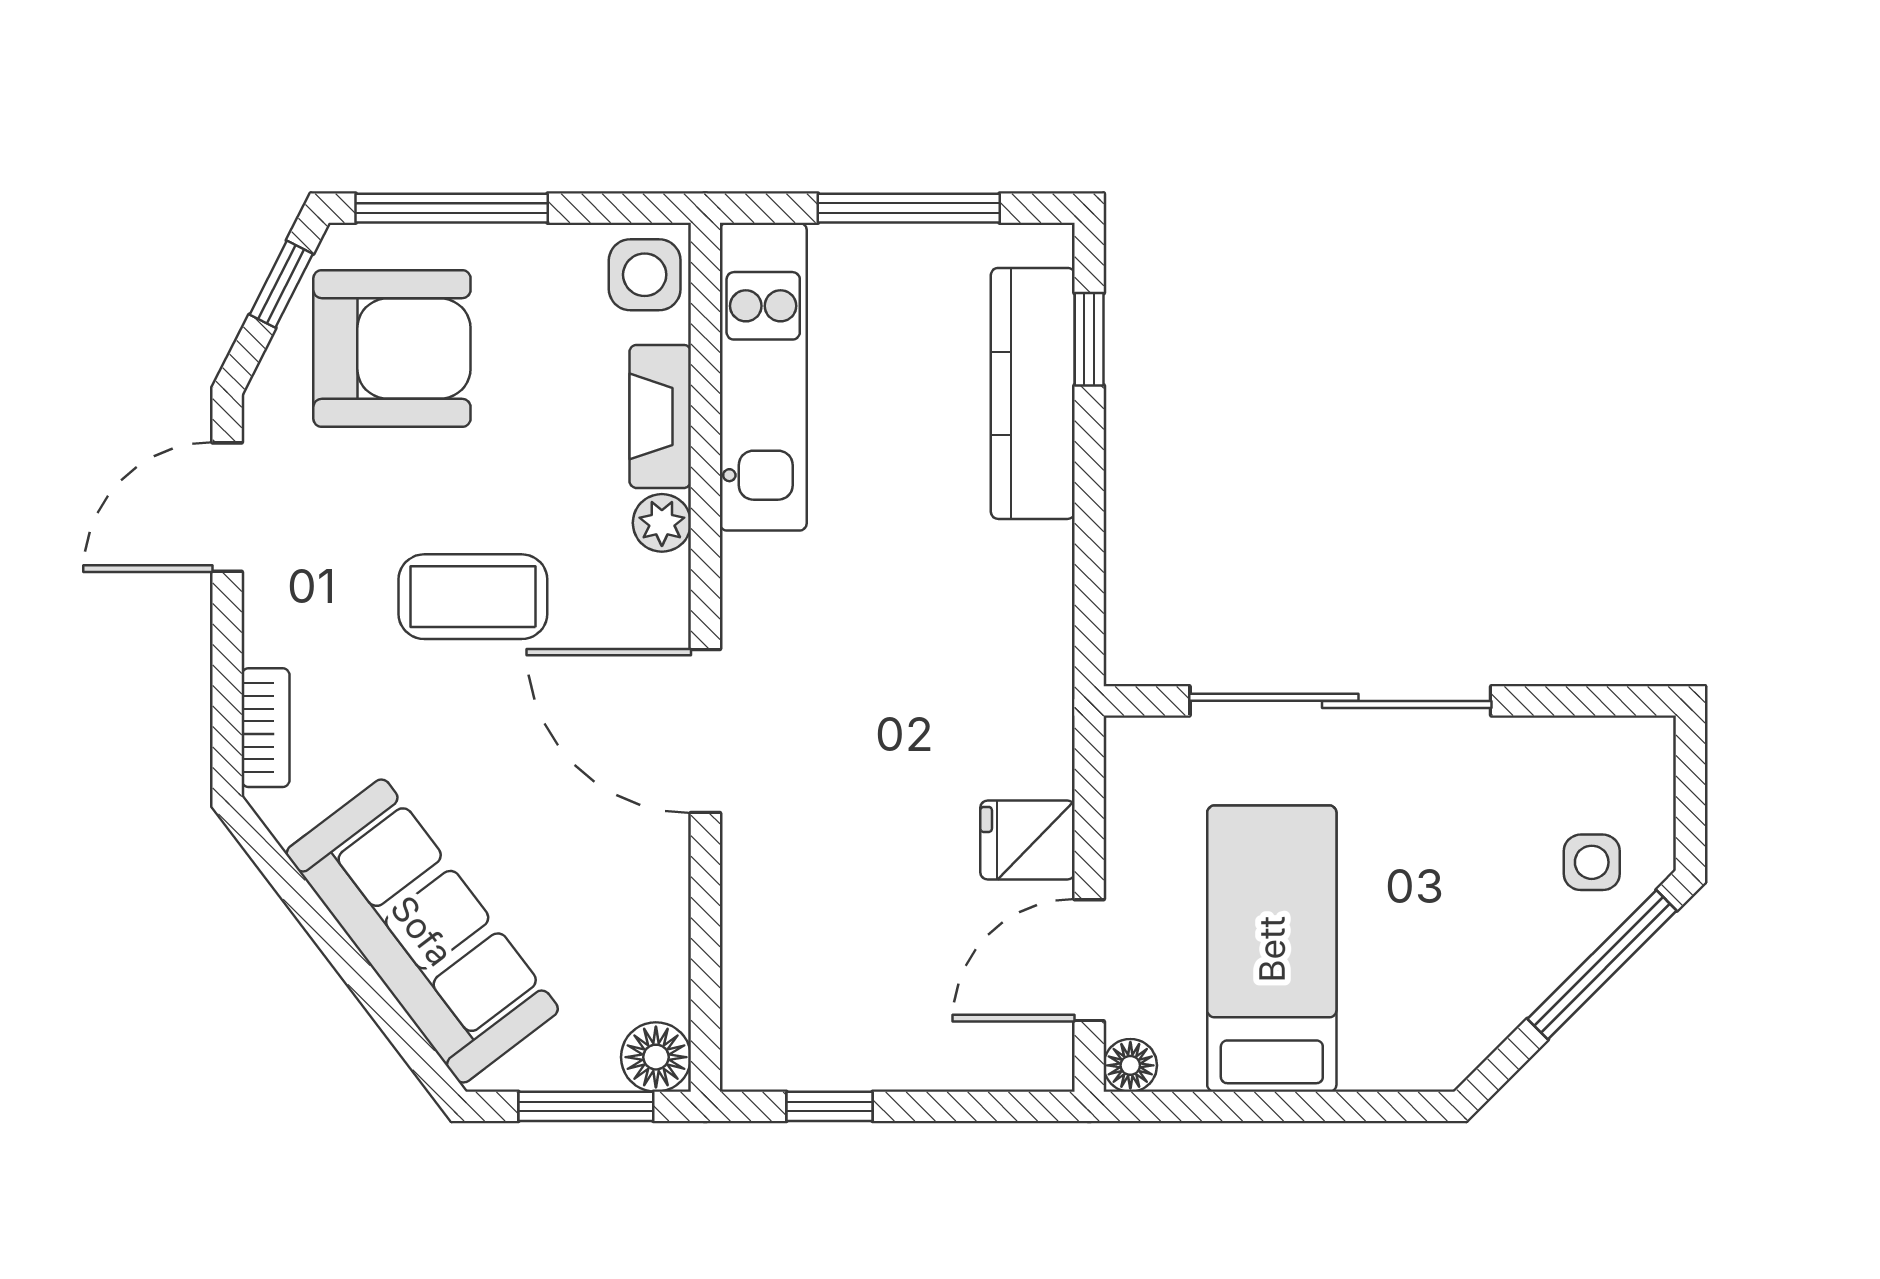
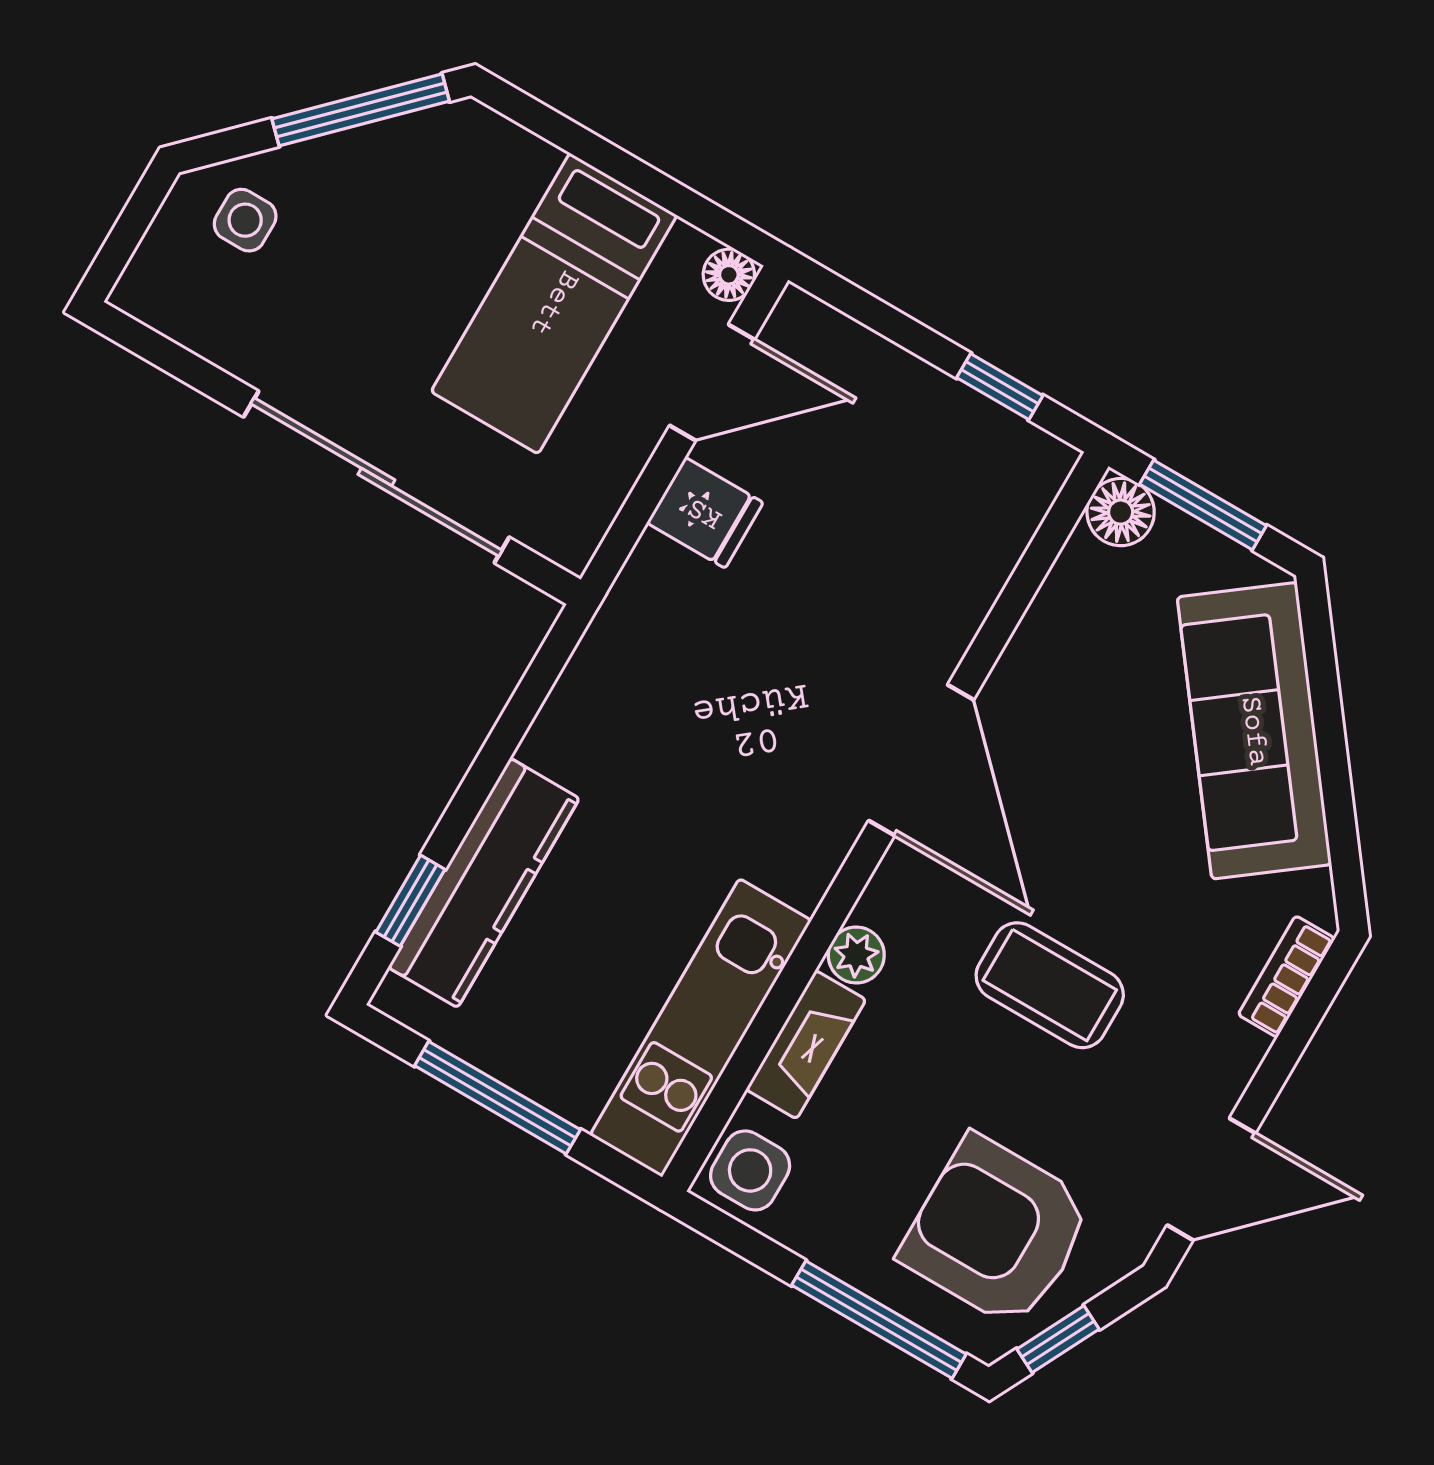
window: (1602, 965) -> (361, 110), moved

